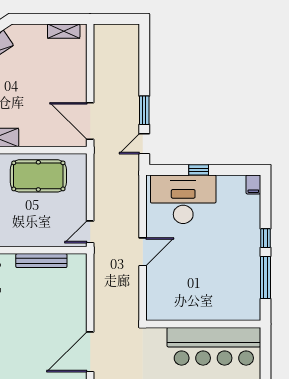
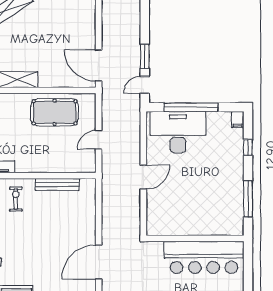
window: (199, 170) -> (191, 107), width x3.17
door: (90, 232) -> (99, 140), moved
window: (265, 238) -> (248, 147), moved

